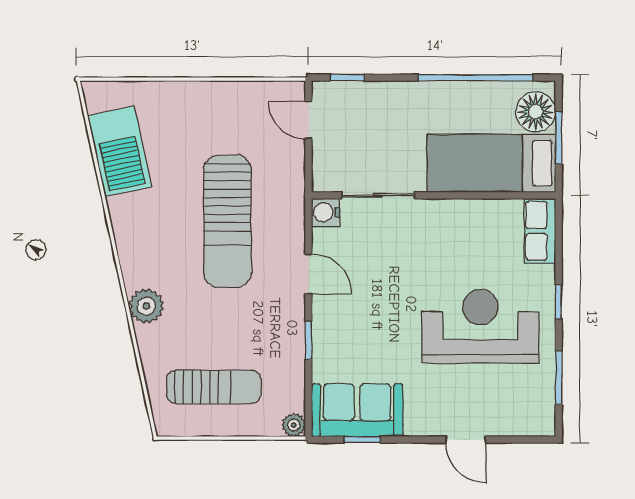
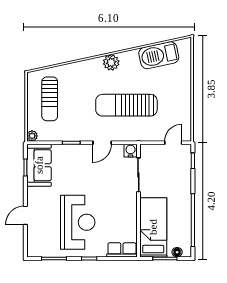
floor lamp: (536, 112) -> (177, 252), width x0.53, depth x0.53
plant: (146, 306) -> (111, 62), moved

